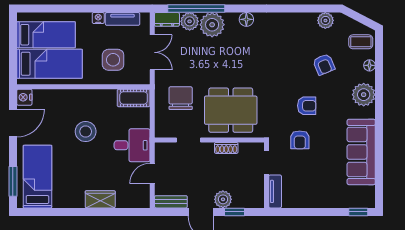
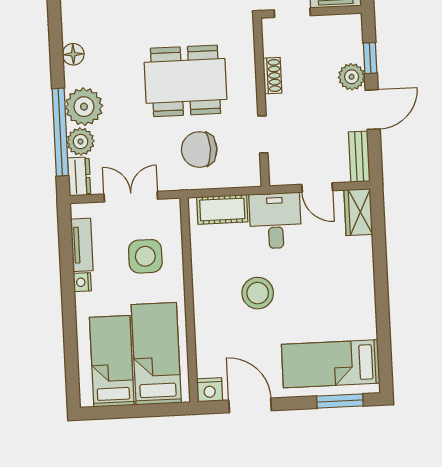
cot: (134, 98) -> (222, 209), moved, turned 90
dining table: (231, 110) -> (185, 81), moved, turned 90
wardrobe: (100, 199) -> (358, 212), moved

